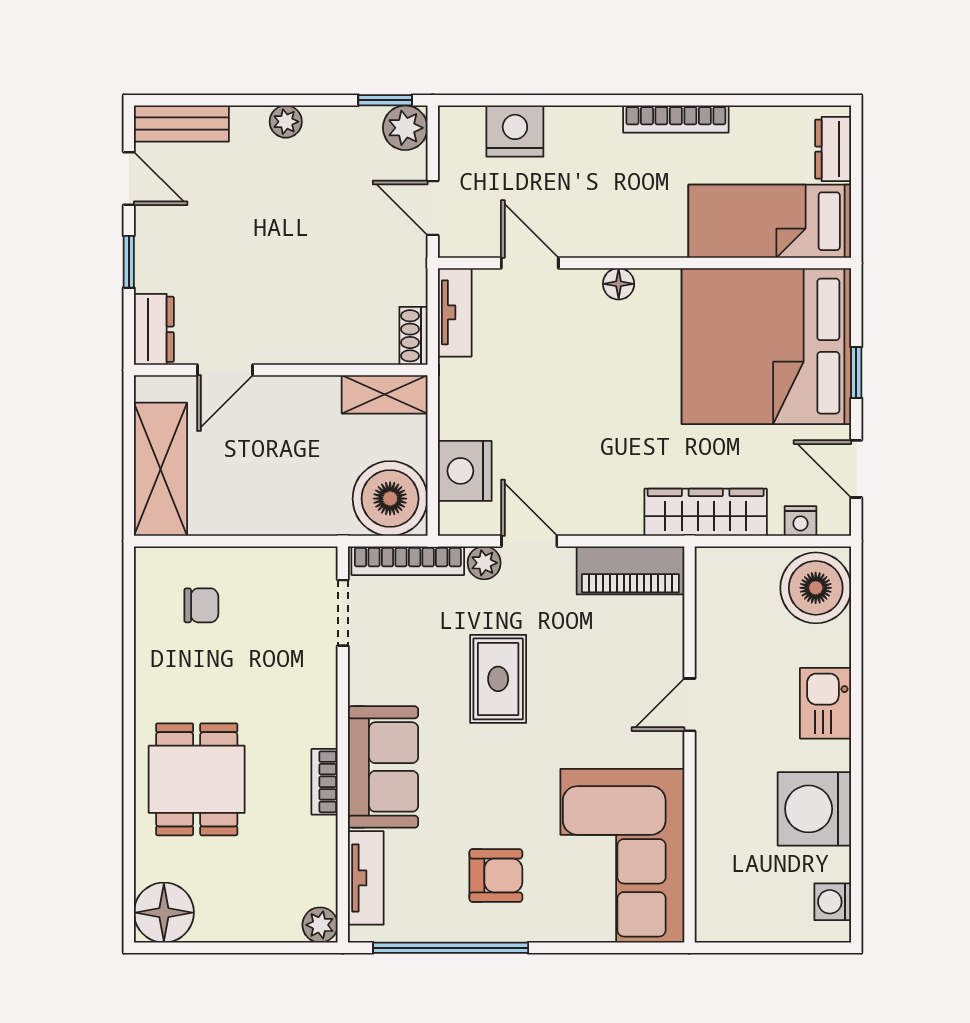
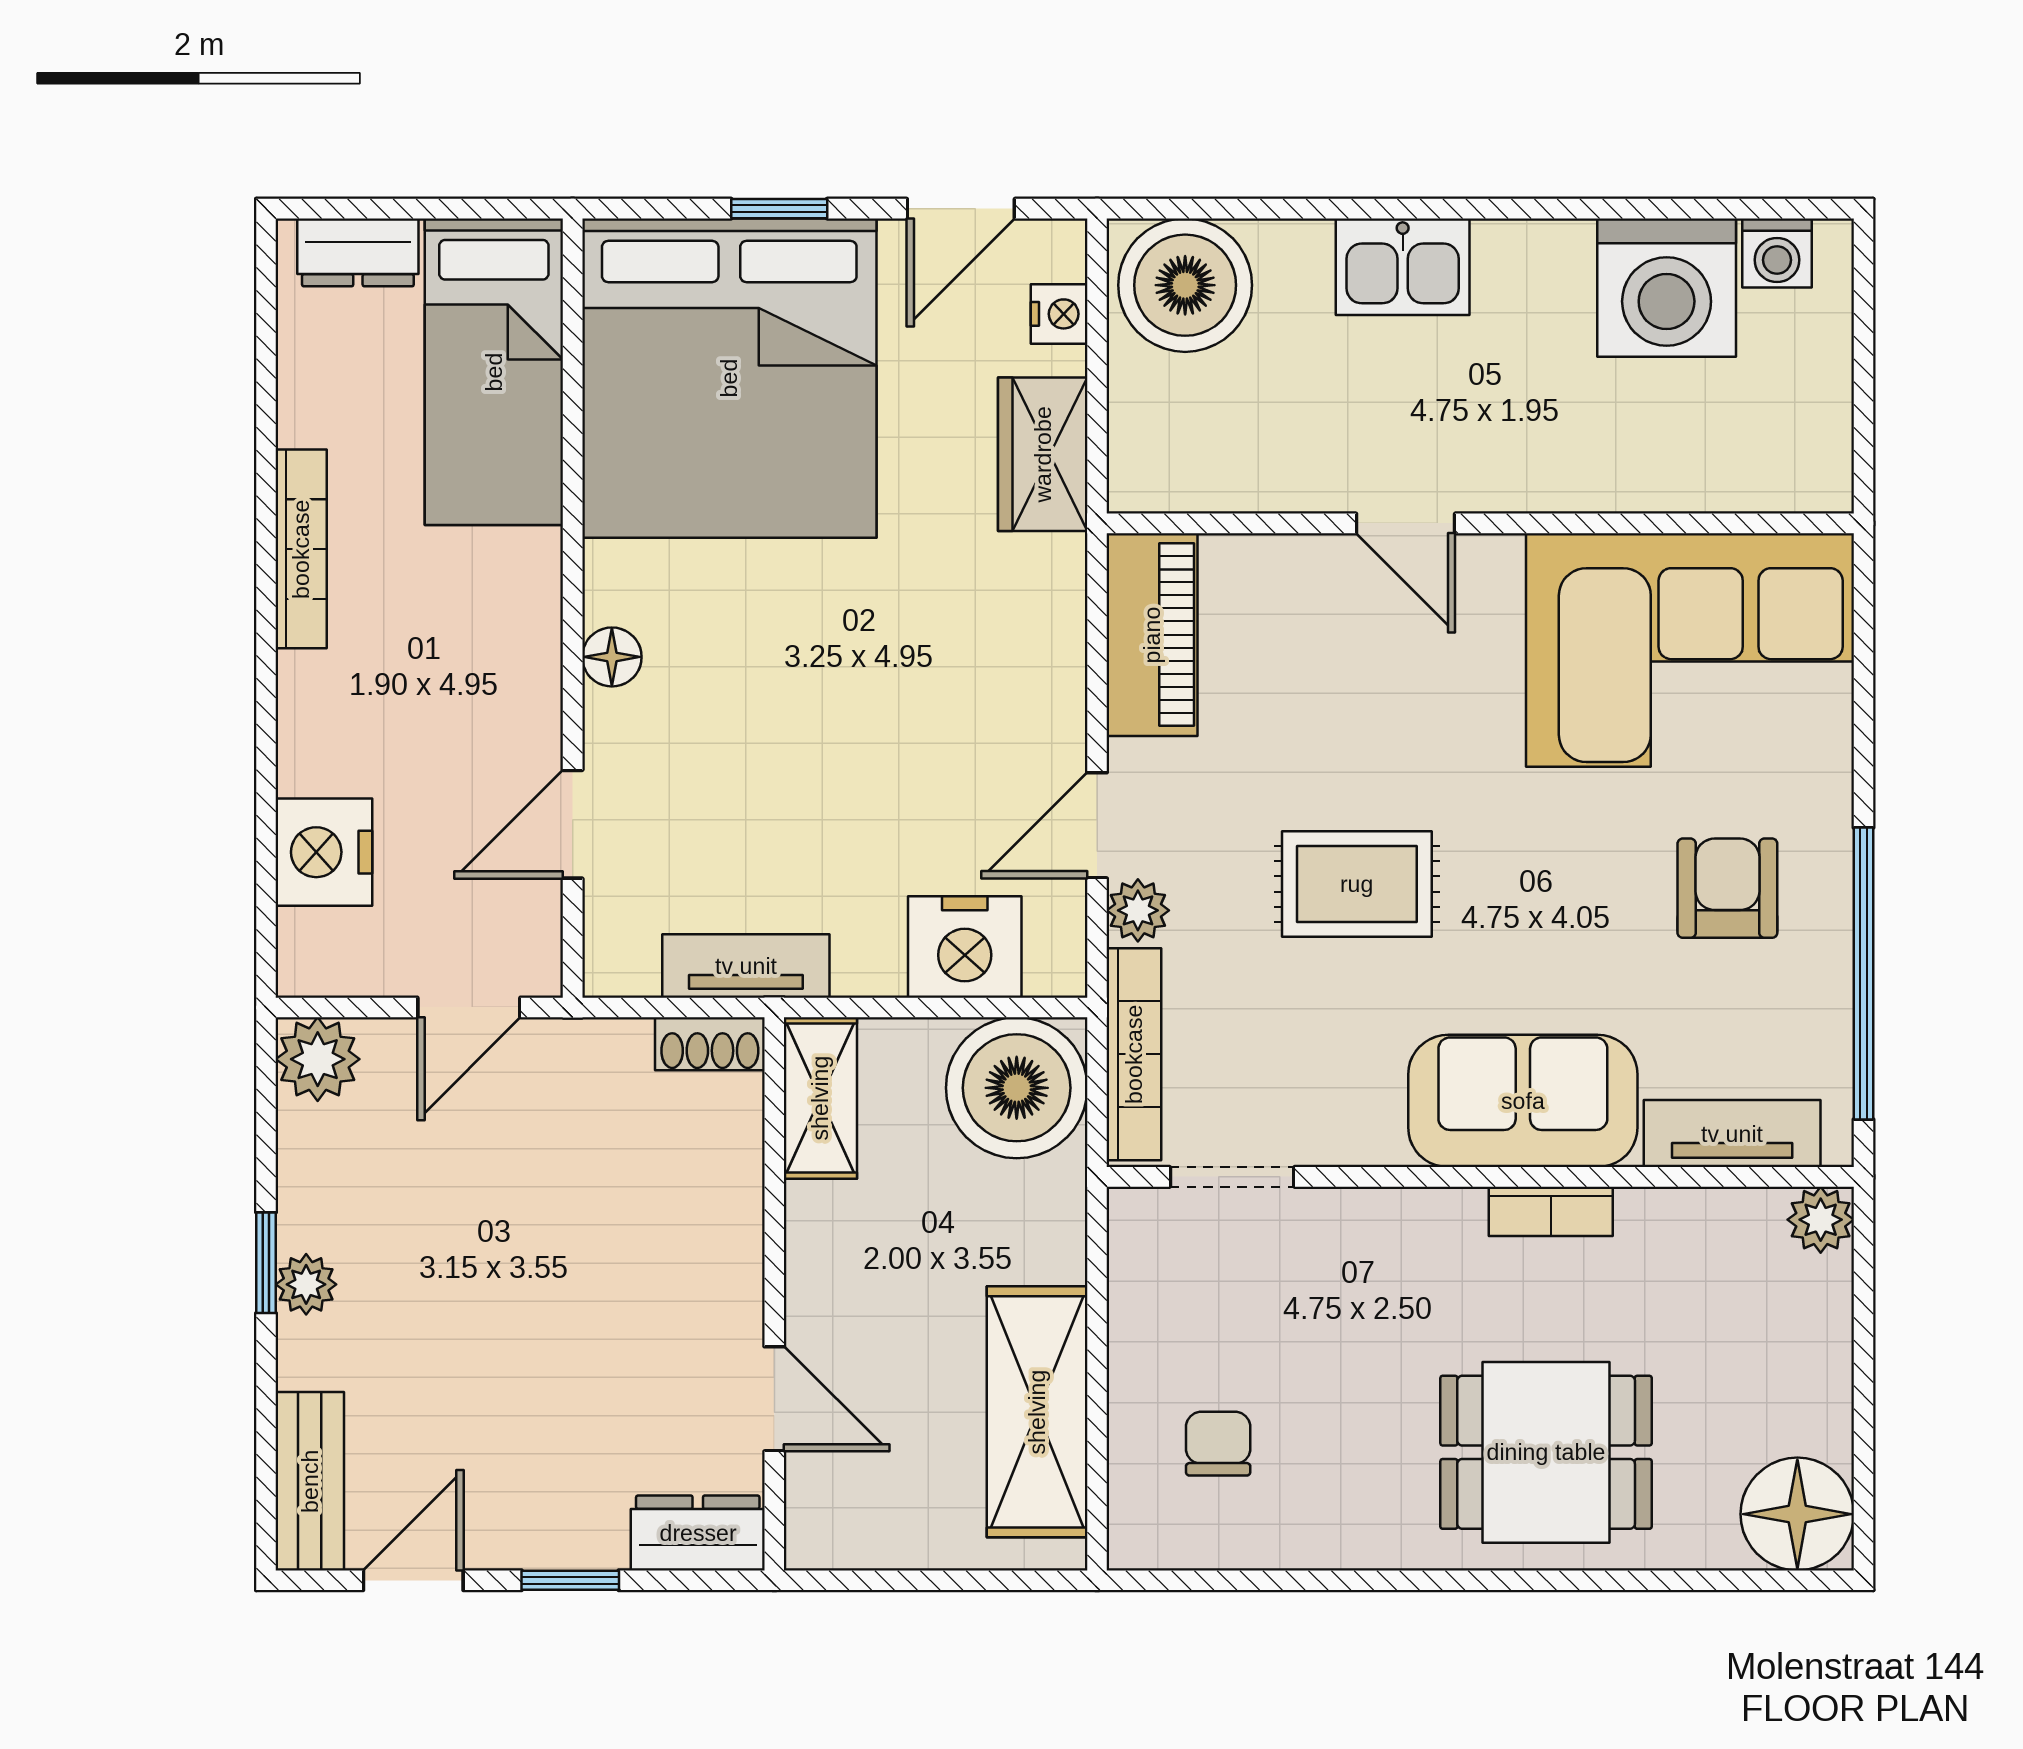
window: (385, 100) -> (266, 1263), moved
tv unit: (455, 312) -> (746, 966), moved
shelving: (161, 469) -> (1037, 1412), moved, turned 90
wardrobe: (706, 512) -> (1043, 454), width x0.67
washing machine: (814, 809) -> (1667, 288), moved

